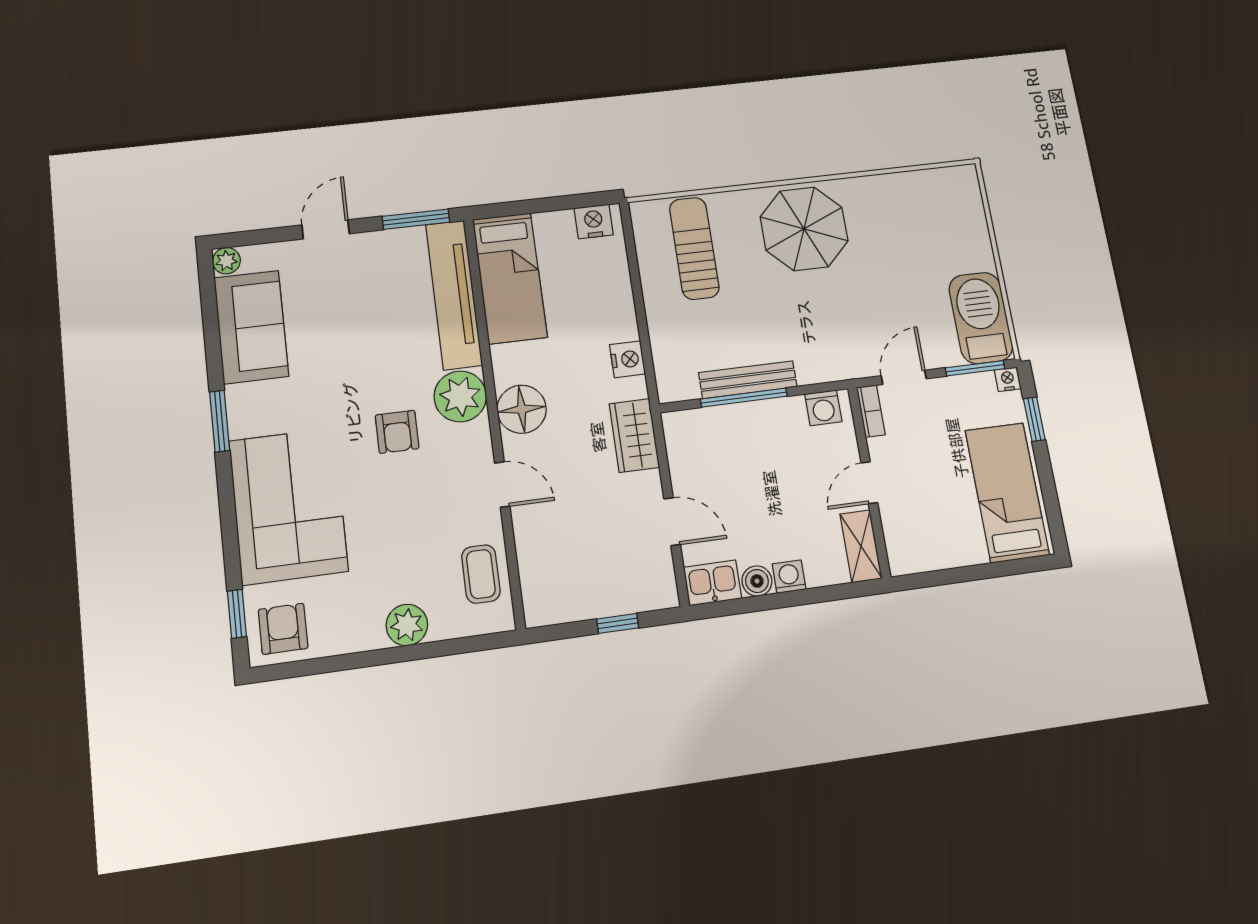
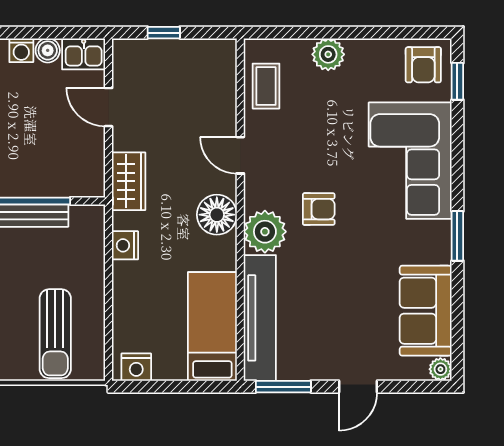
armchair: (397, 432) -> (319, 209), turned 90

